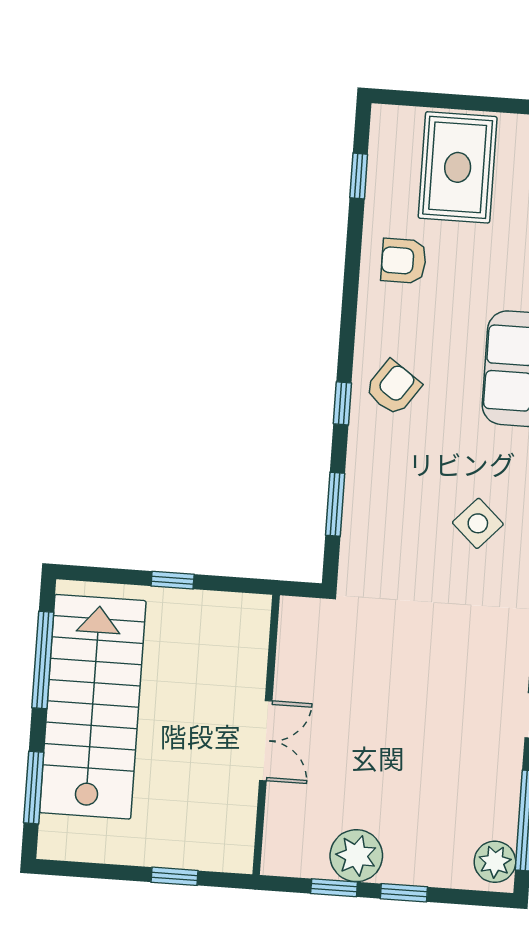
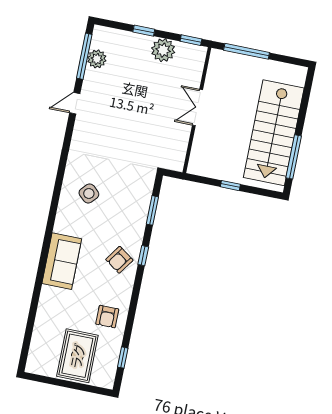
armchair: (404, 261) -> (107, 317), turned 90
window: (34, 788) -> (305, 100), removed
plant: (495, 862) -> (97, 59), moved
window: (175, 876) -> (247, 51), width x2.17
window: (334, 888) -> (191, 40), moved

